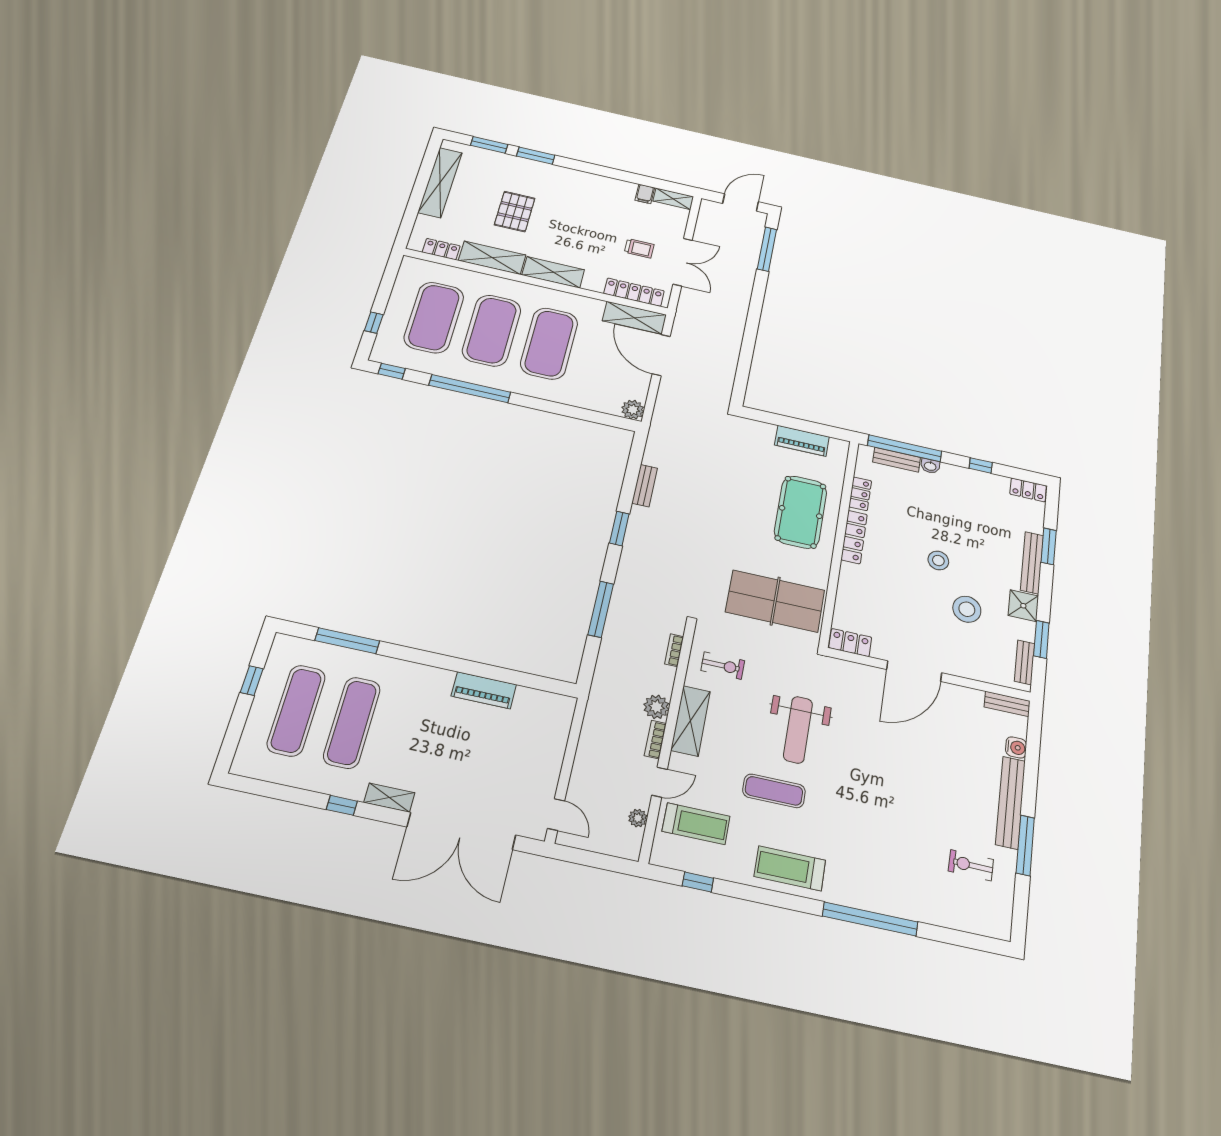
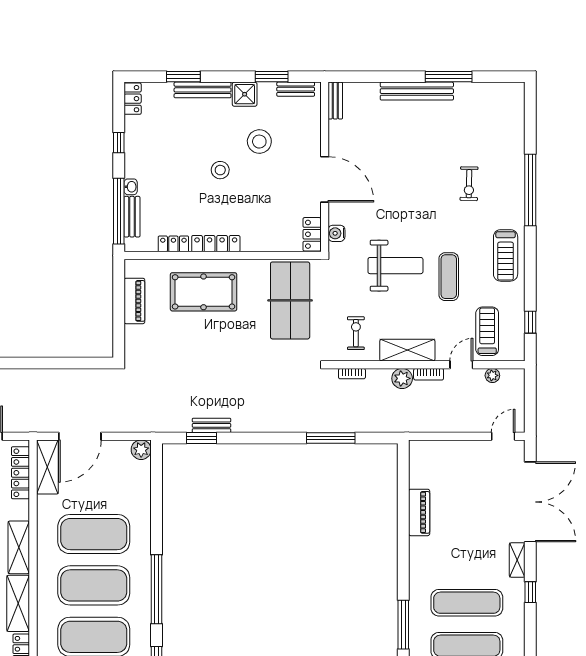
window: (619, 528) -> (202, 438), moved
water cooler: (1016, 747) -> (336, 233), moved, turned -90
door: (659, 782) -> (461, 365), hinge flipped
exercise bike: (971, 865) -> (469, 184), moved

